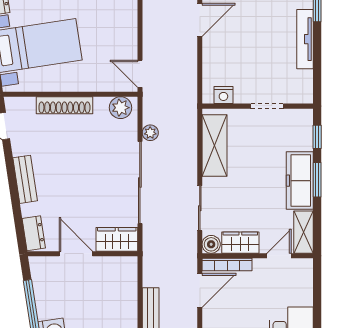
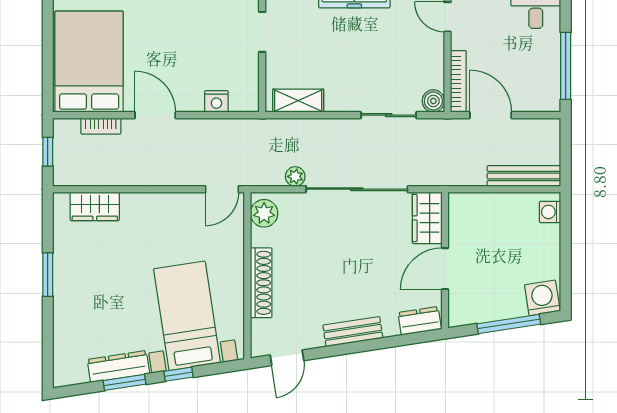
nightstand: (223, 95) -> (216, 101), moved, turned 90
shelving: (215, 145) -> (298, 101), width x0.67, depth x0.75
wardrobe: (240, 243) -> (431, 65), removed

